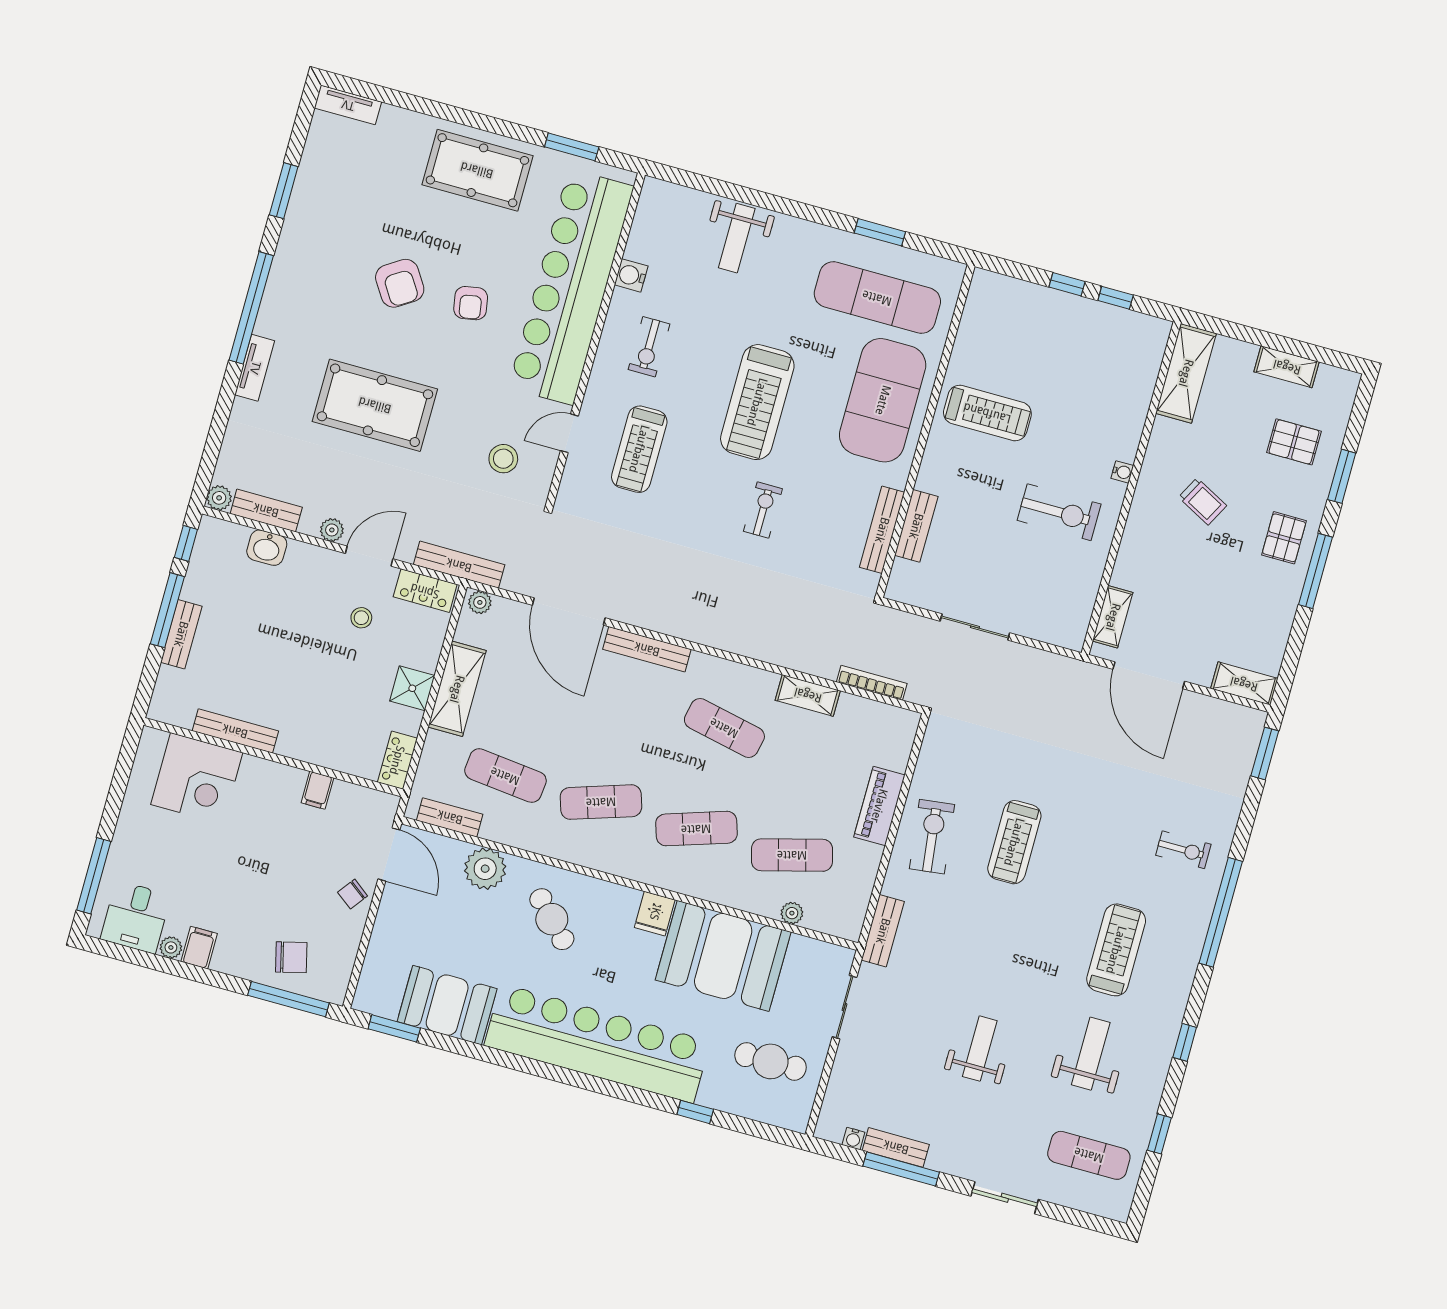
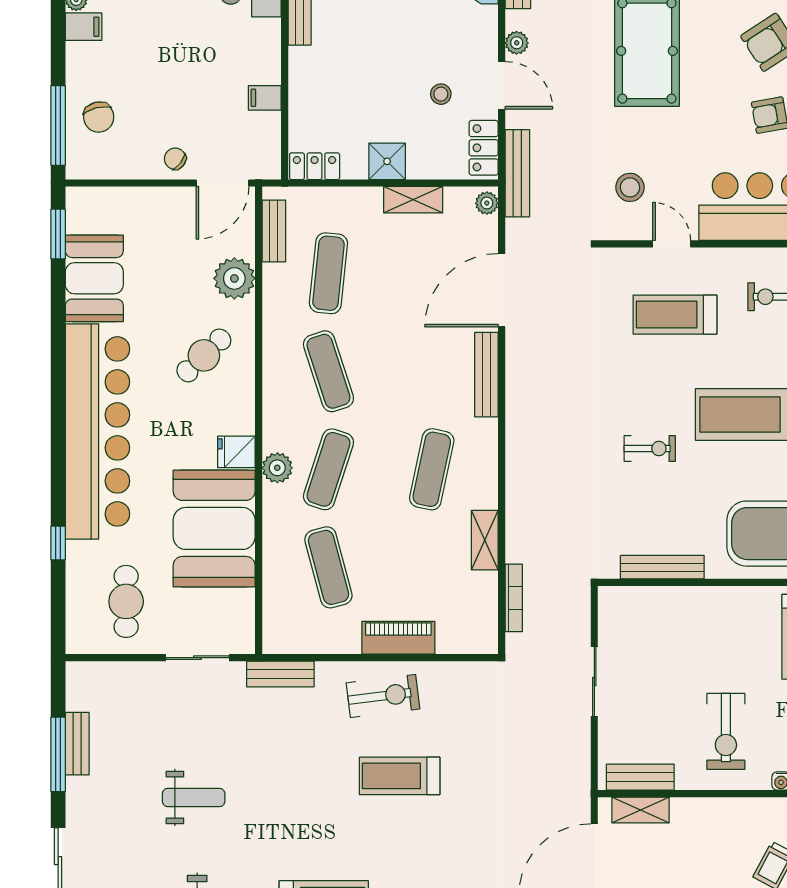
bench: (916, 526) -> (640, 777), moved
shelving: (457, 689) -> (413, 200), width x0.67, depth x0.75
exercise mat: (696, 829) -> (328, 469), turned 36
plant: (792, 913) -> (277, 468), moved, width x1.38, depth x1.38
water cooler: (853, 1139) -> (75, 701), removed

